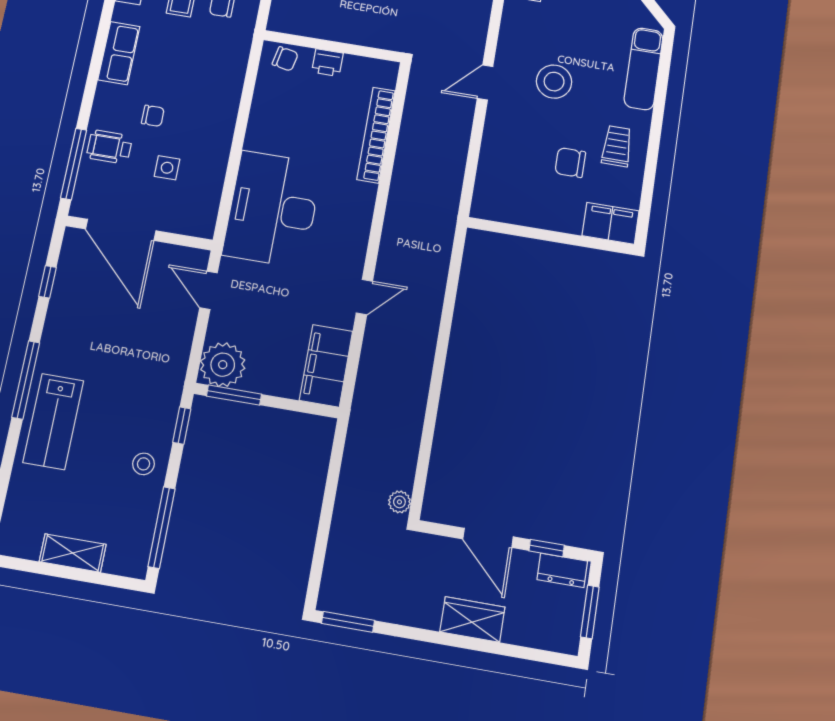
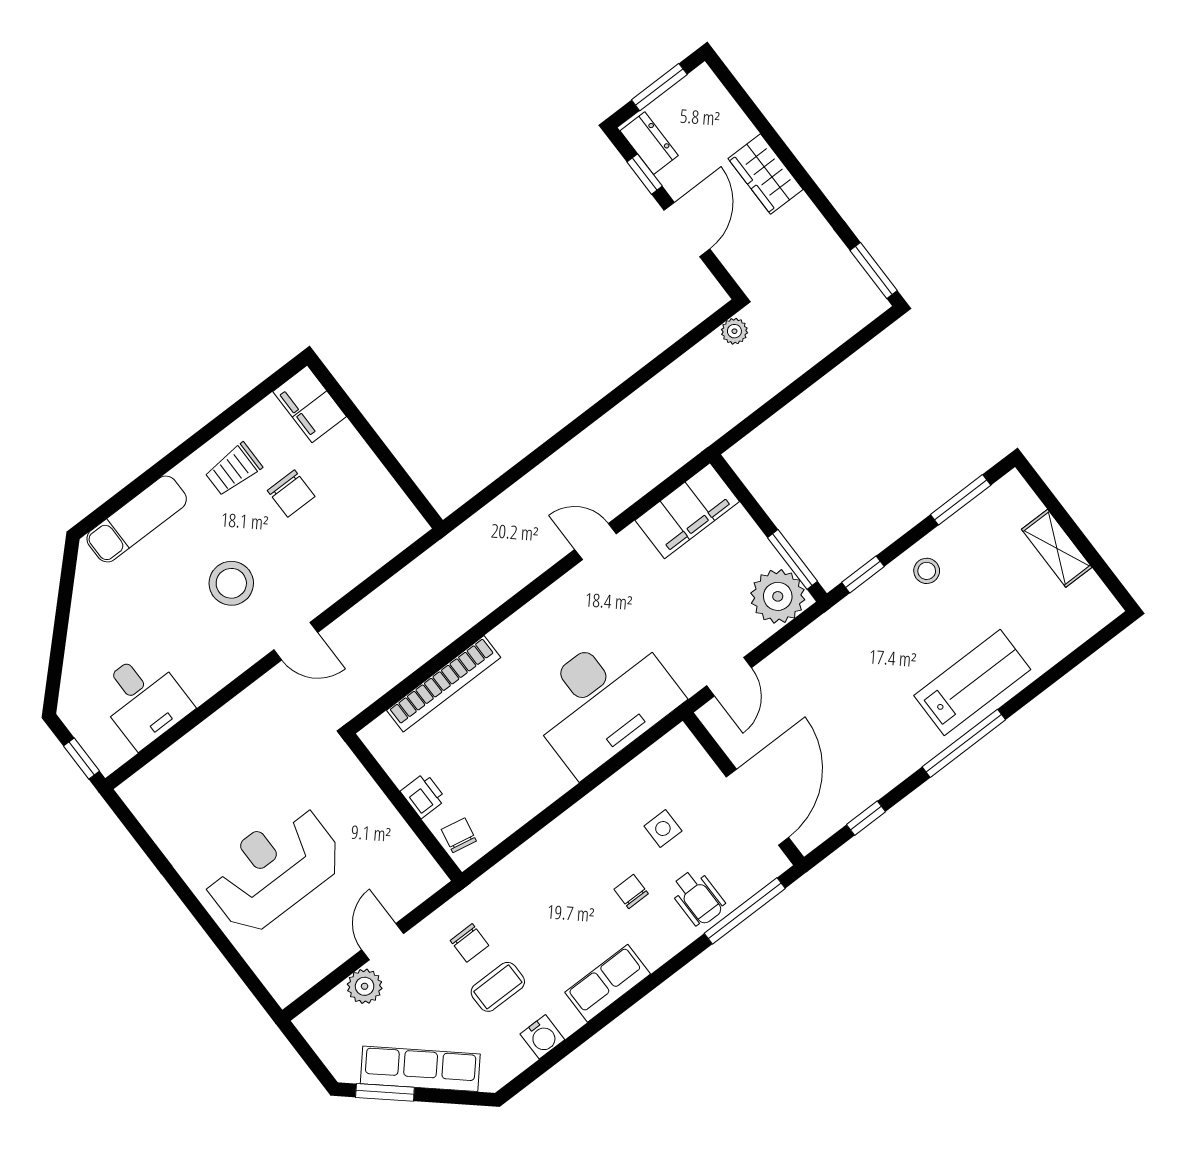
window: (162, 527) -> (961, 500), width x0.69

